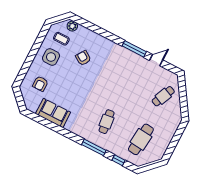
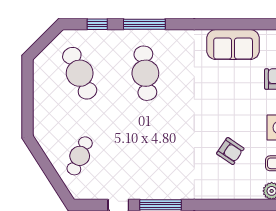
cafe table: (107, 122) -> (145, 73), width x1.37, depth x1.35
cafe table: (141, 139) -> (80, 73), turned -30

